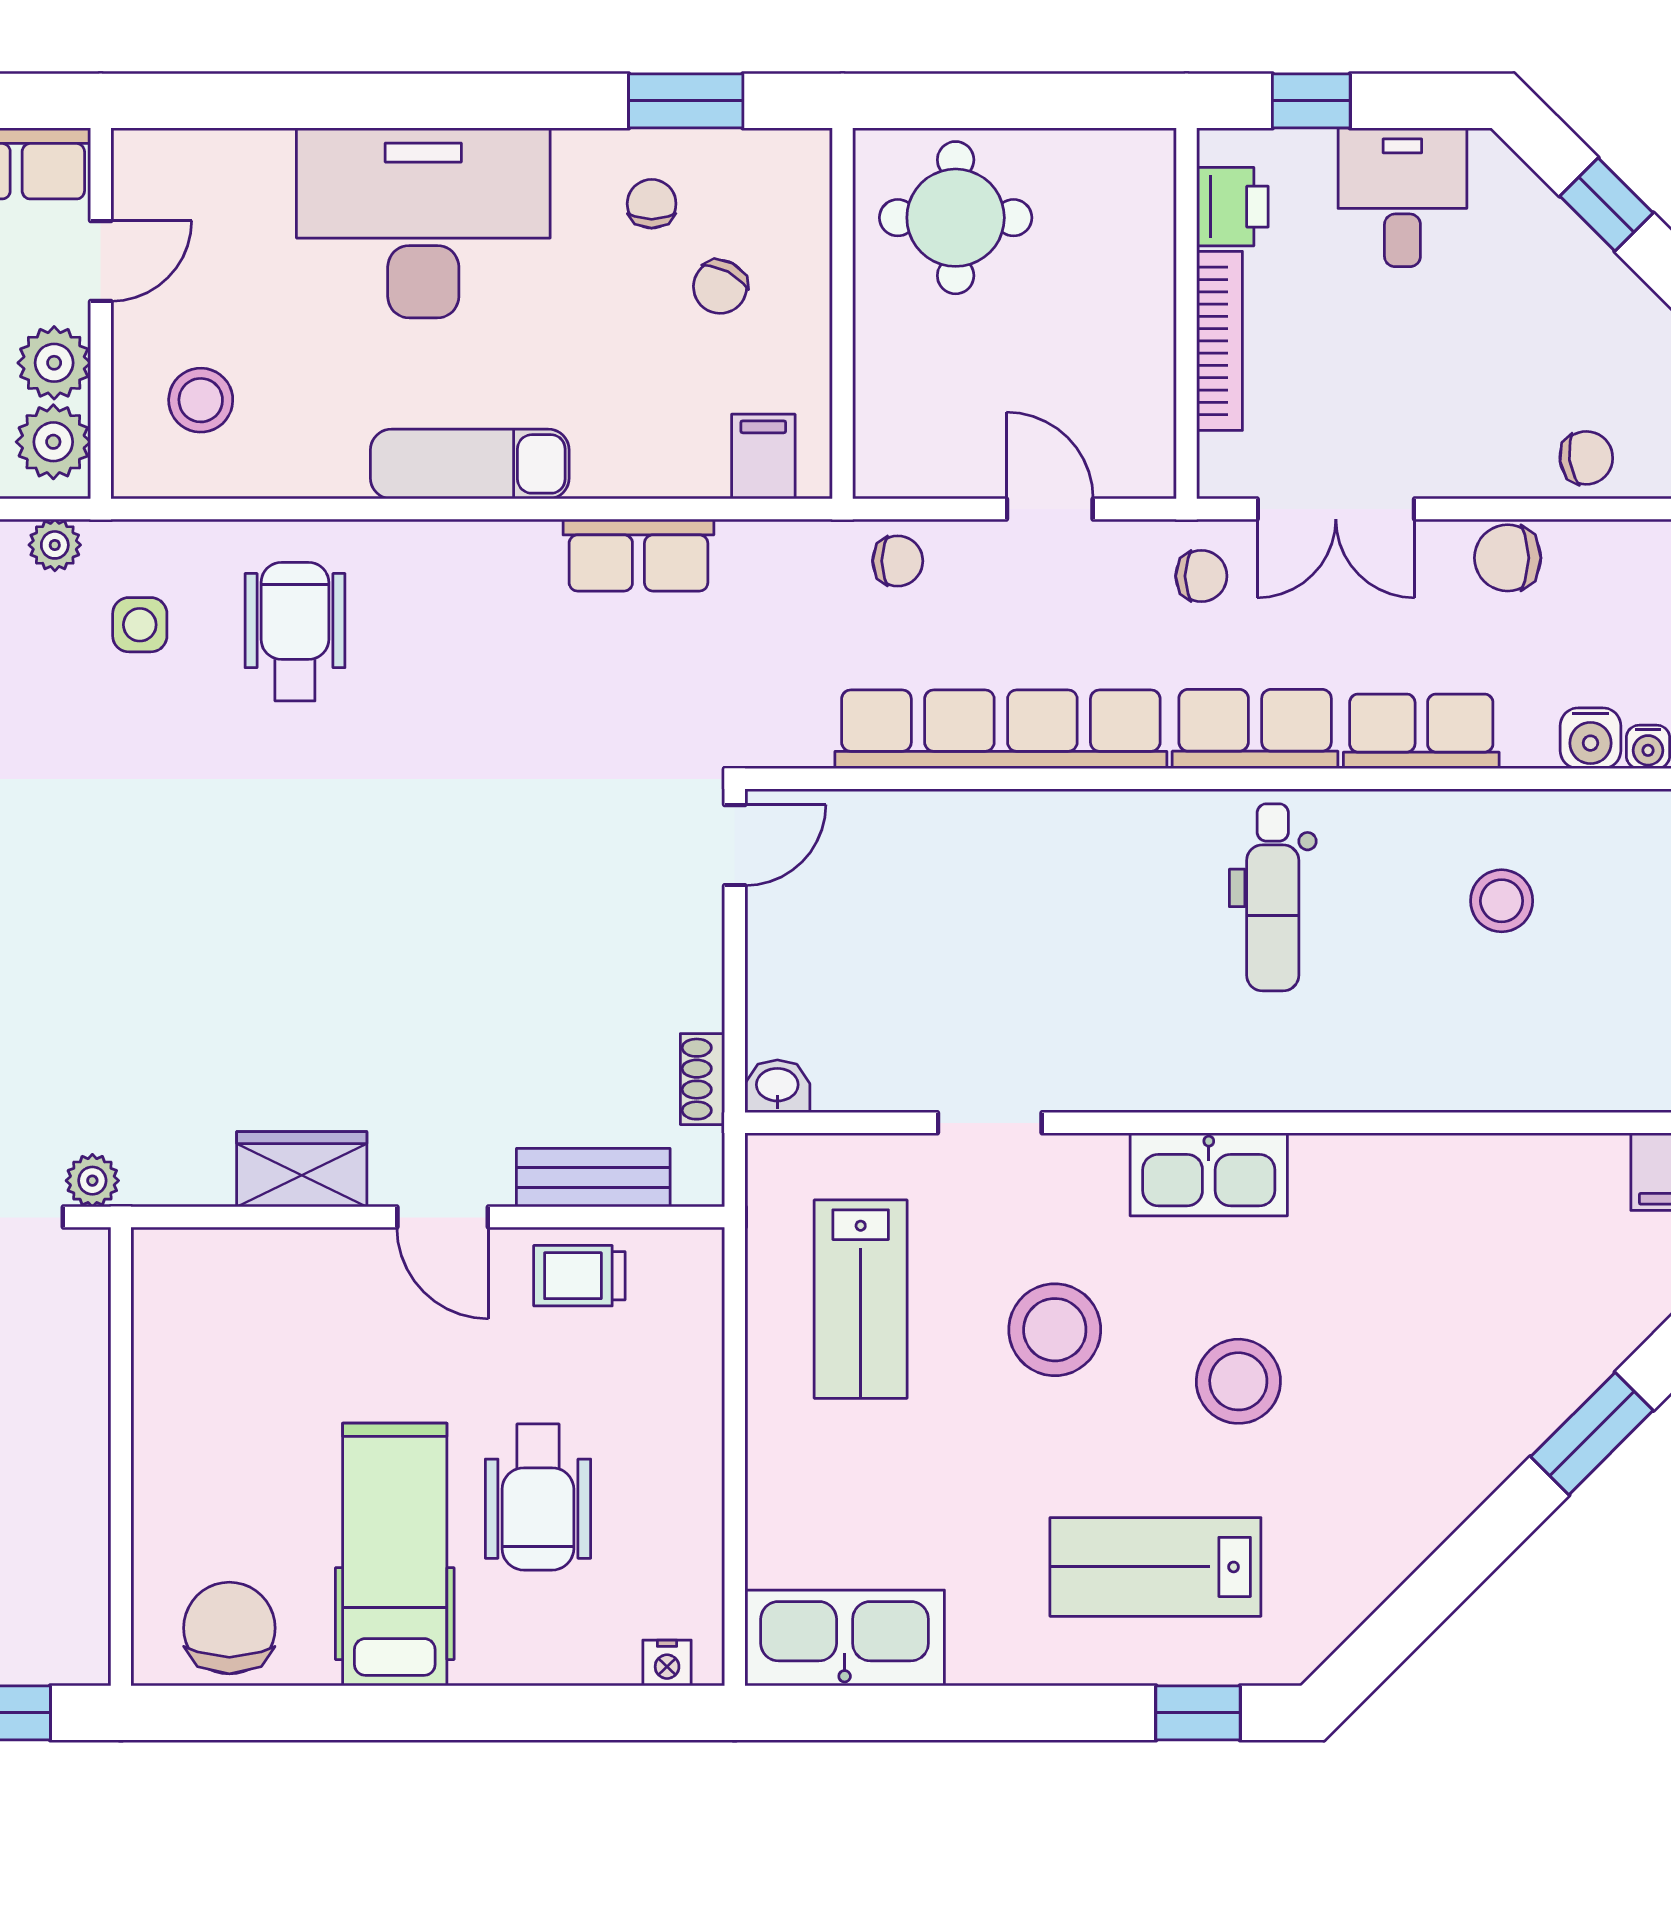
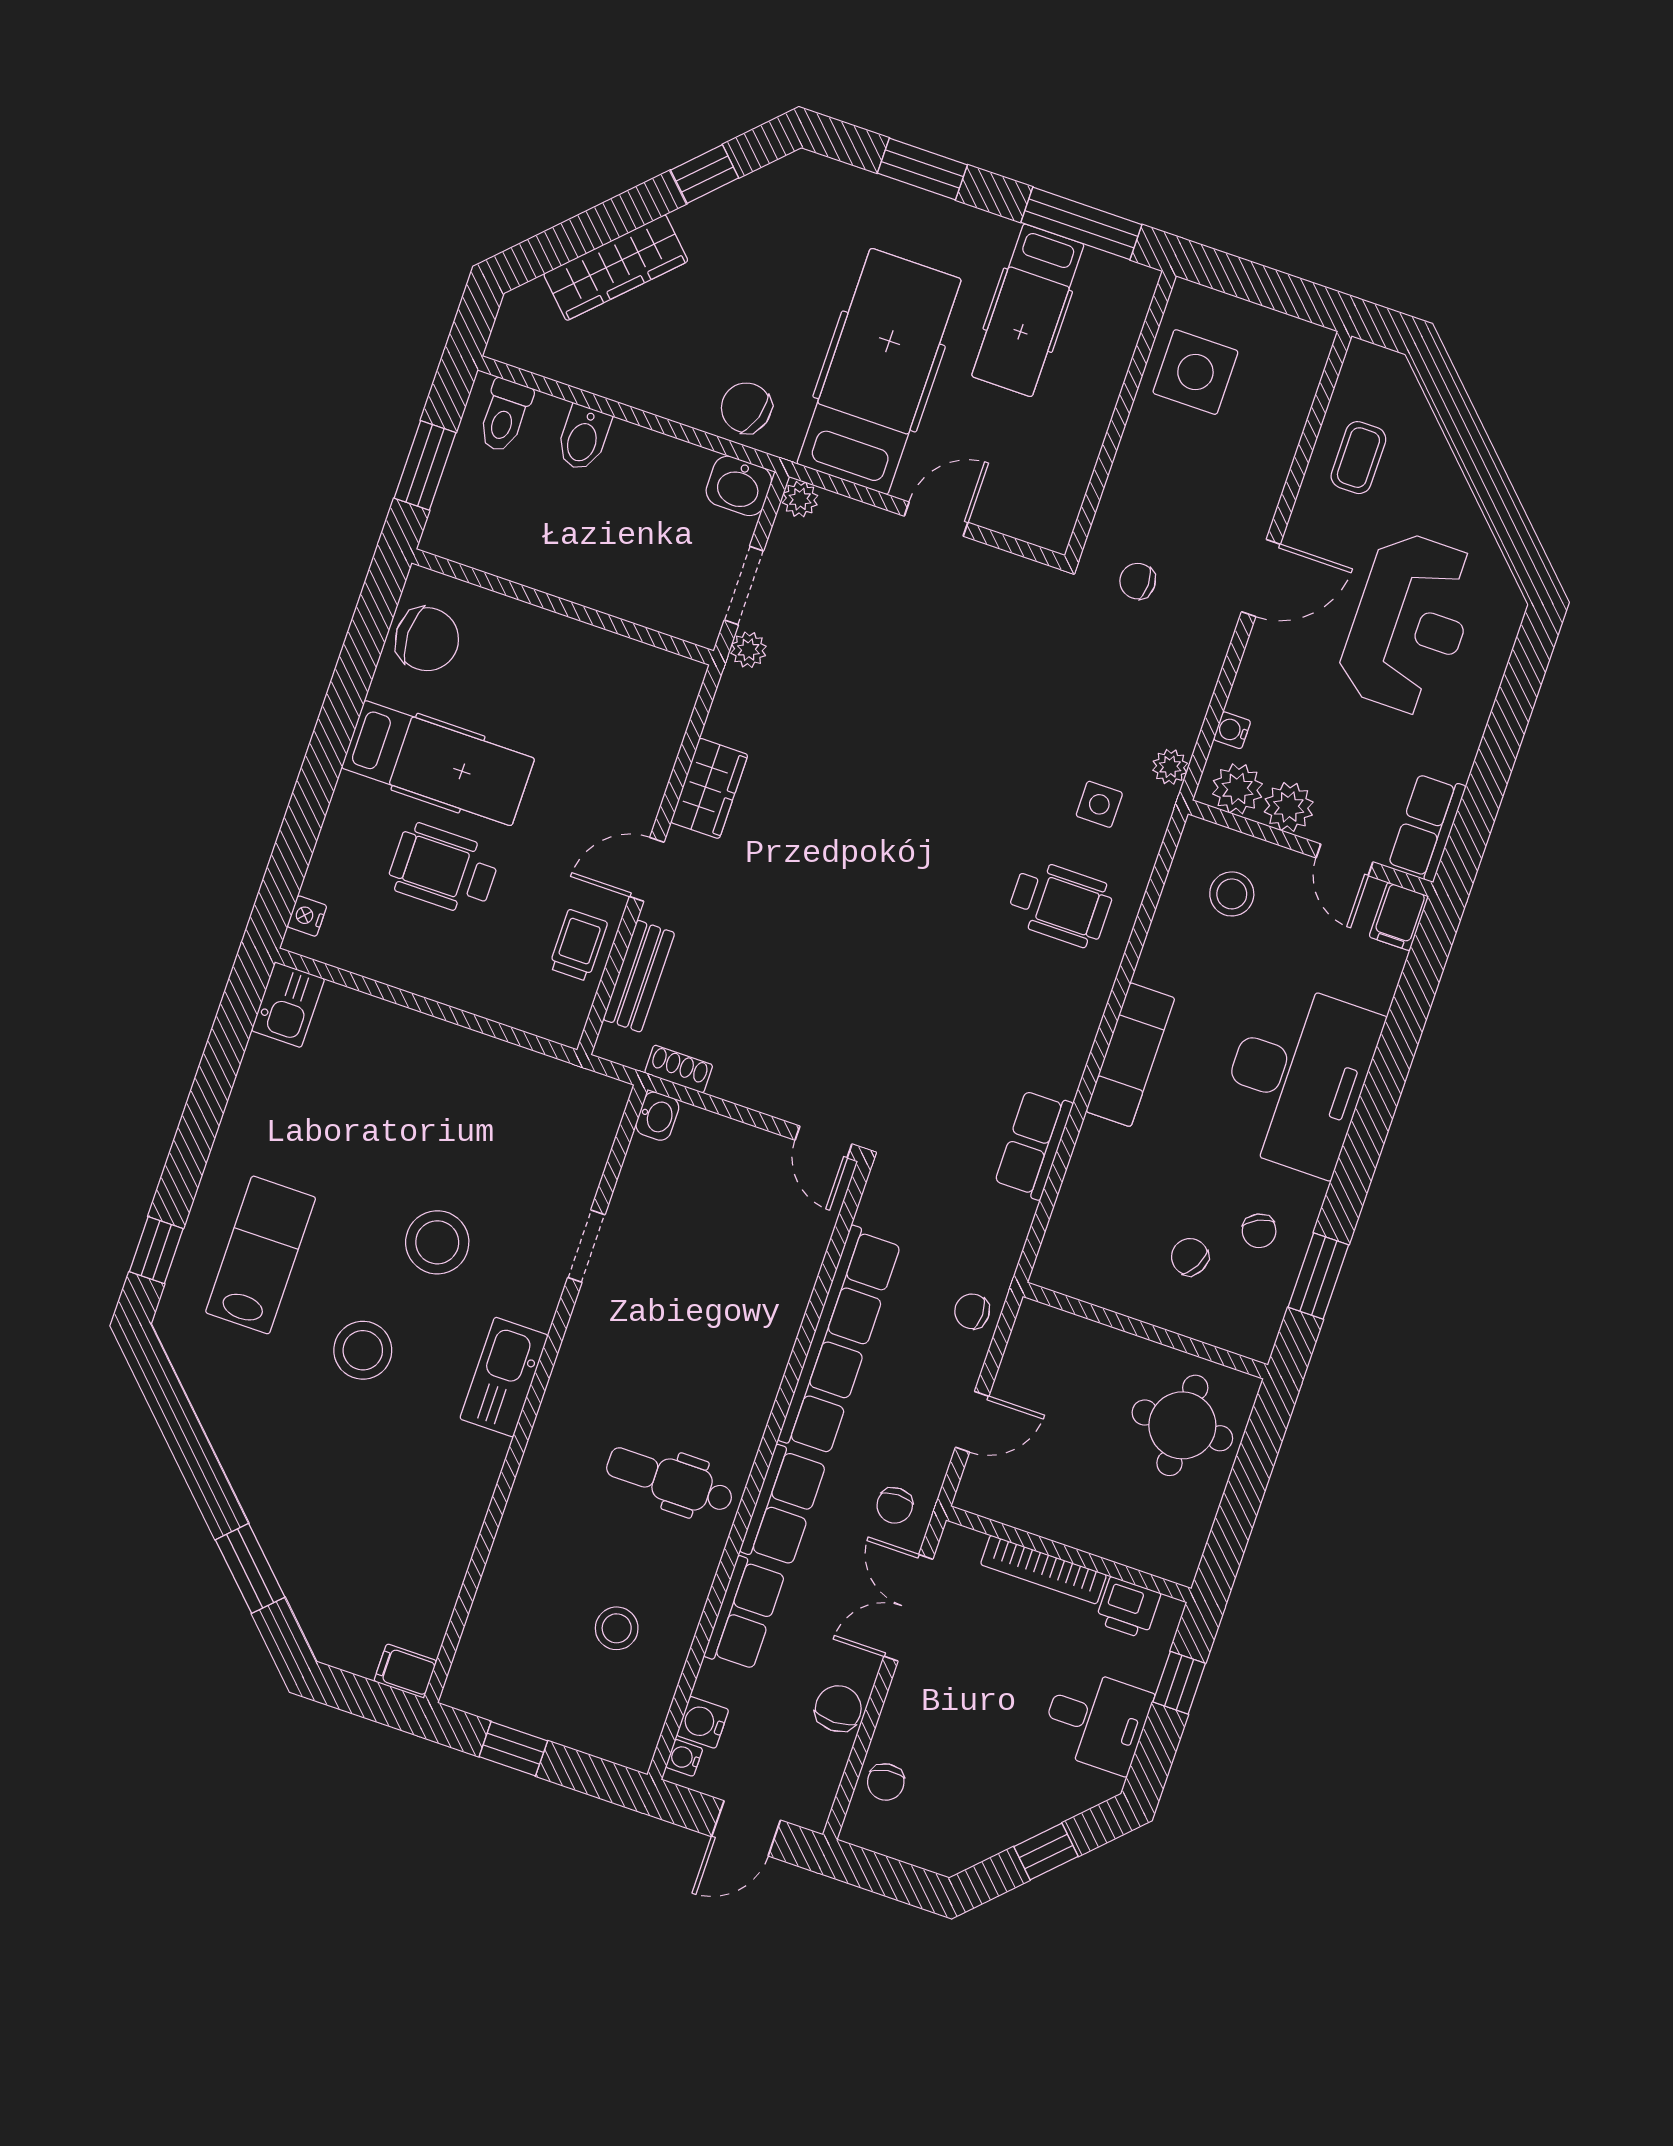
chair: (652, 204) -> (1259, 1231), turned 64
filing cabinet: (763, 456) -> (1399, 917), moved, turned 90
chair: (898, 561) -> (972, 1311), turned 90
lab bench: (861, 1299) -> (500, 1123), removed
kitchen sink: (845, 1638) -> (288, 1005), width x0.53, depth x0.81

